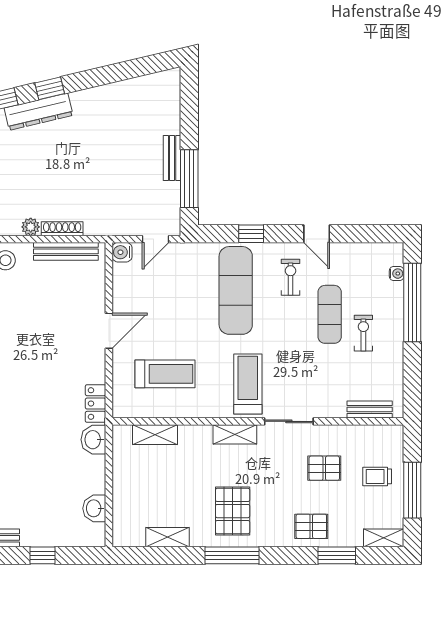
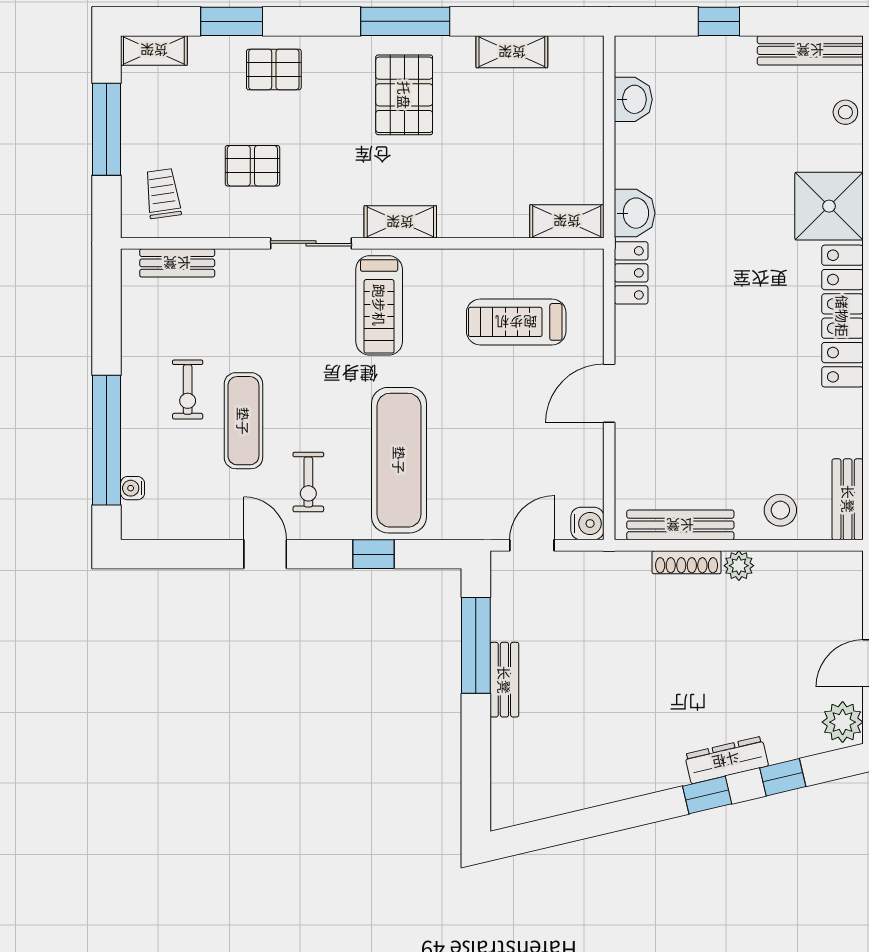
dresser: (39, 112) -> (726, 760), width x0.73, depth x0.80
shelving: (155, 435) -> (567, 221), moved
trolley: (377, 476) -> (163, 194), moved, turned -98

